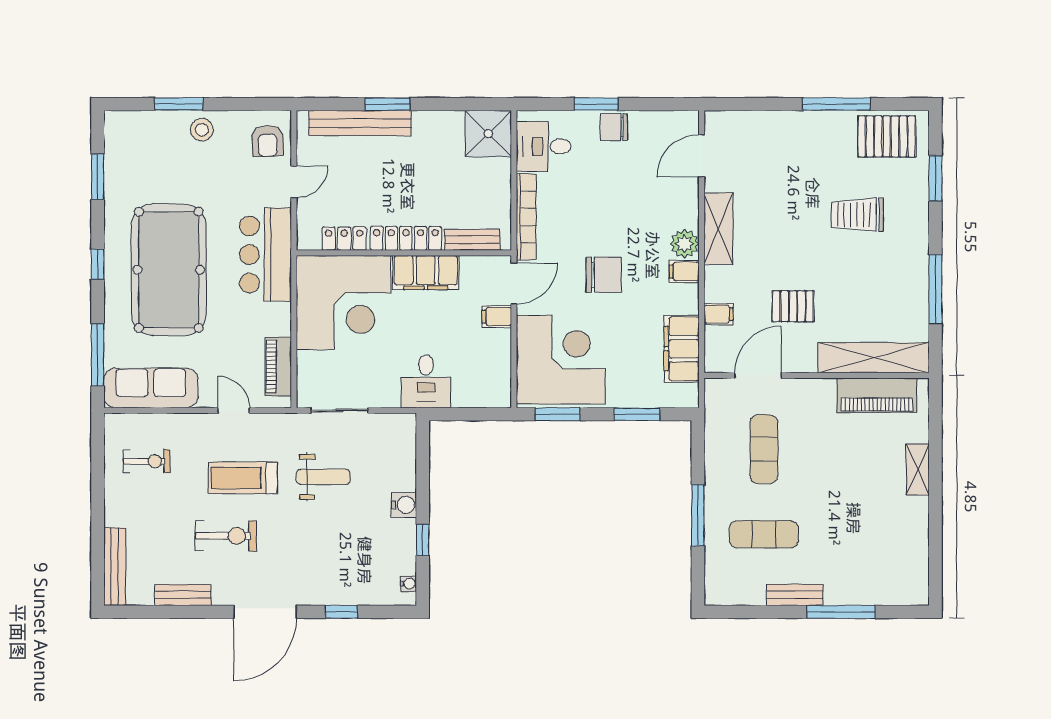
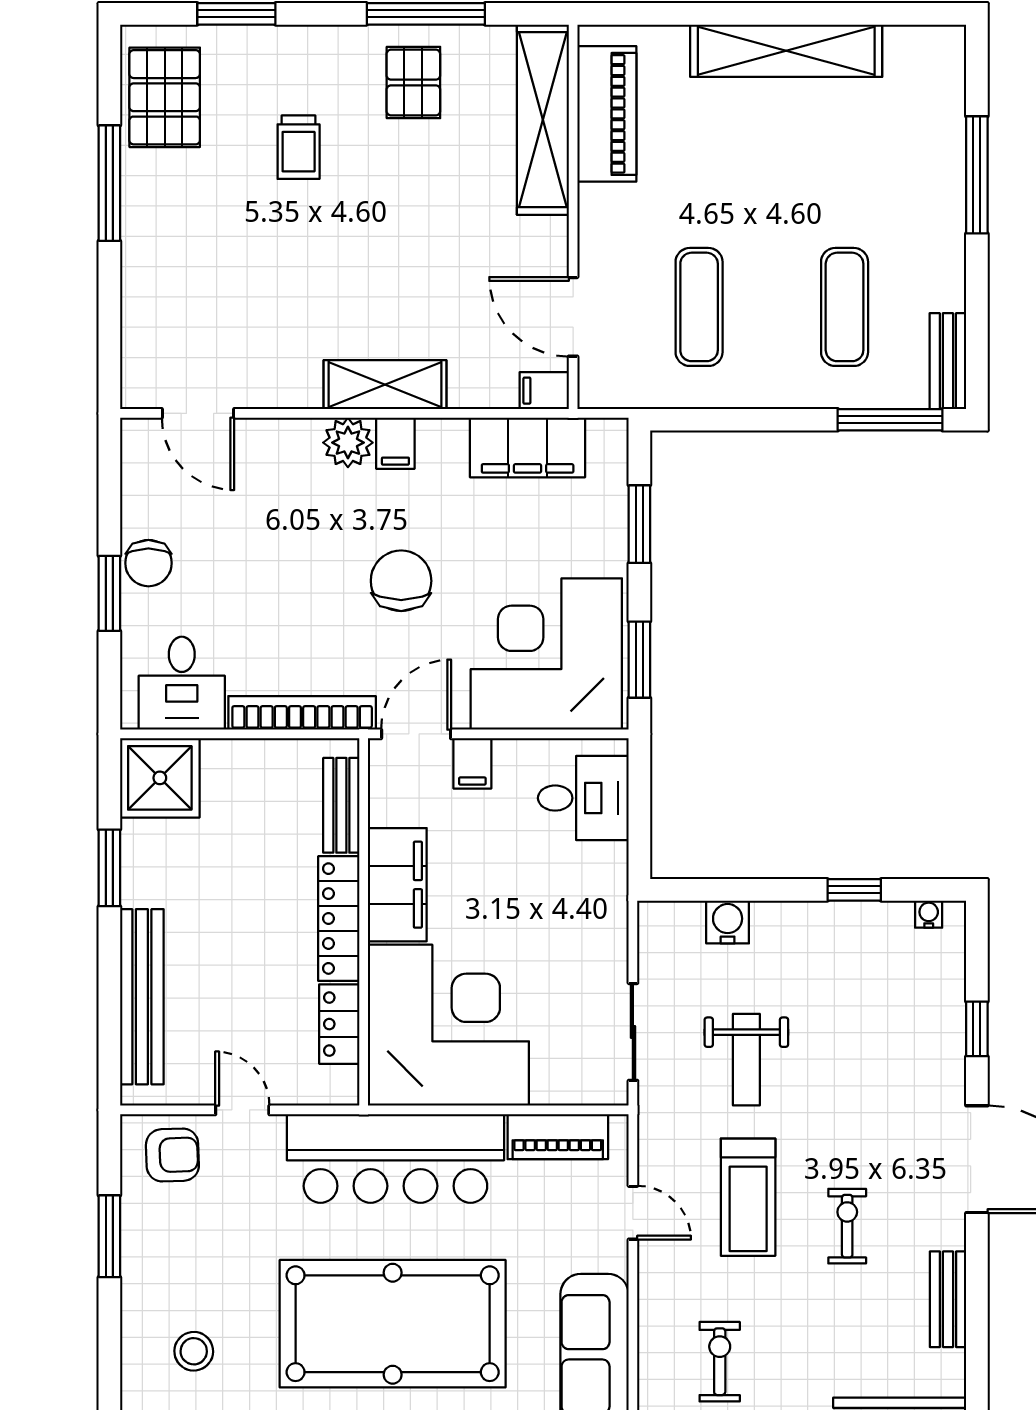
window: (179, 104) -> (109, 1236), moved
window: (387, 104) -> (109, 868), moved
stool: (202, 130) -> (194, 1351), moved
trolley: (857, 215) -> (299, 147), width x0.73, depth x0.72
shelving: (718, 229) -> (385, 385), moved
bar counter: (265, 255) -> (395, 1158), width x1.36
door: (514, 284) -> (416, 734), hinge flipped
pallet: (793, 306) -> (413, 83), moved
filing cabinet: (719, 314) -> (544, 391), moved, turned -90
desk: (426, 381) -> (583, 798), moved
door: (234, 410) -> (633, 1213), swing flipped
exercise mat: (764, 449) -> (699, 307), turned 90
shelving: (918, 470) -> (786, 51), width x2.20, depth x1.33
weight bench: (323, 477) -> (746, 1060), turned 180
water cooler: (404, 505) -> (728, 922), moved
window: (698, 515) -> (890, 420), moved
exercise bike: (226, 536) -> (847, 1226), width x0.73, depth x0.72
bench: (795, 595) -> (948, 361), moved

